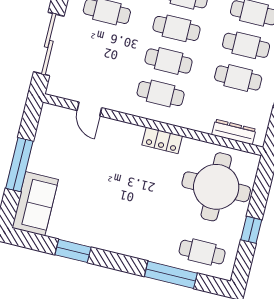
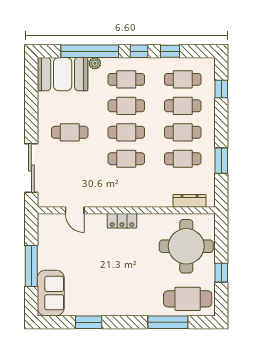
cafe table: (161, 94) -> (126, 185), removed
locker: (162, 140) -> (122, 221), moved
cafe table: (202, 252) -> (188, 299), width x1.37, depth x1.35

